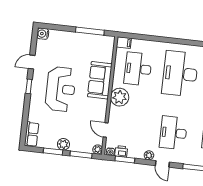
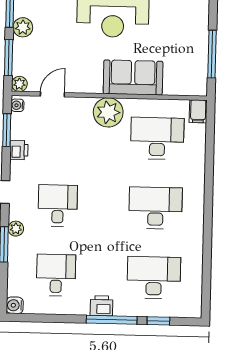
desk: (180, 74) -> (155, 208), width x0.73, depth x0.77
desk: (173, 133) -> (58, 206), width x0.73
printer: (121, 151) -> (19, 150), moved
plant: (149, 155) -> (16, 229), moved

